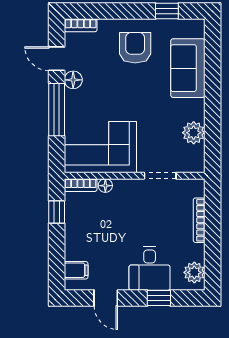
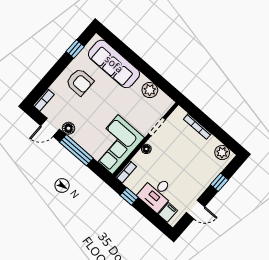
armchair: (135, 48) -> (80, 82), turned 180
sofa: (188, 68) -> (114, 64), width x1.36
floor lamp: (105, 186) -> (146, 149), moved
desk: (150, 268) -> (157, 193), moved, turned 90

